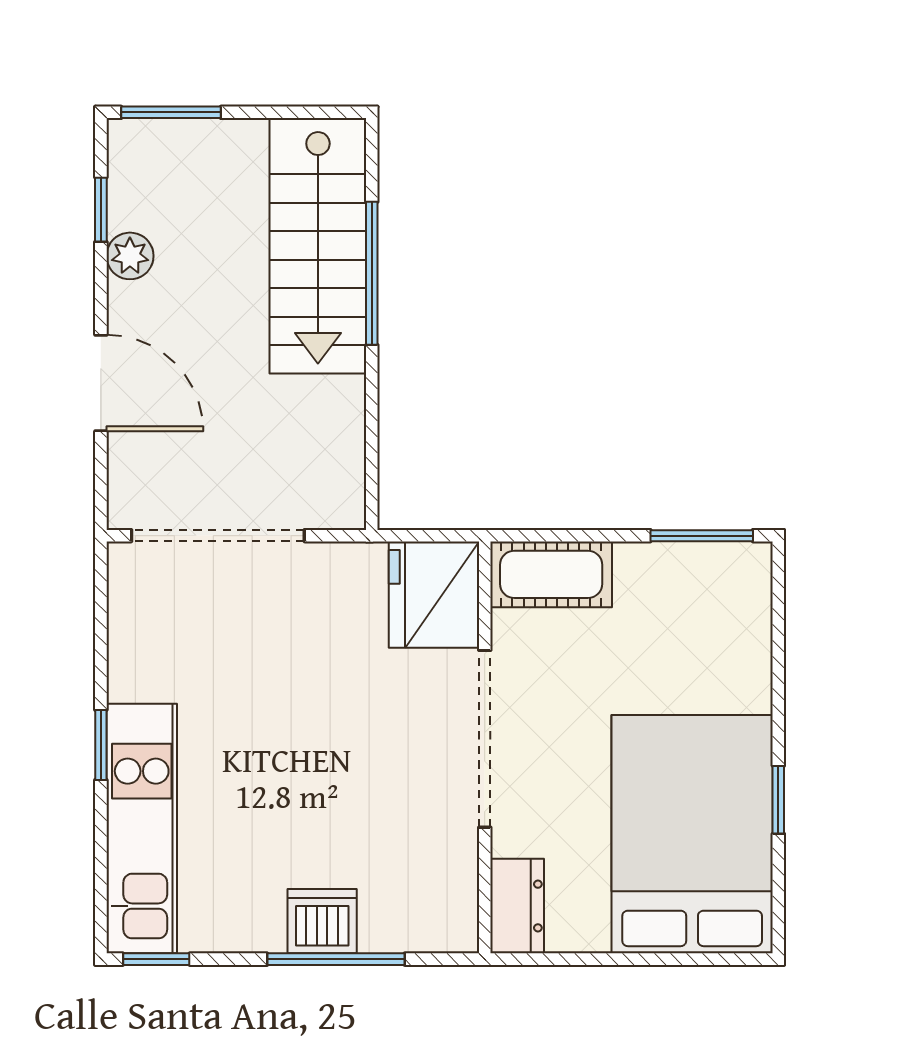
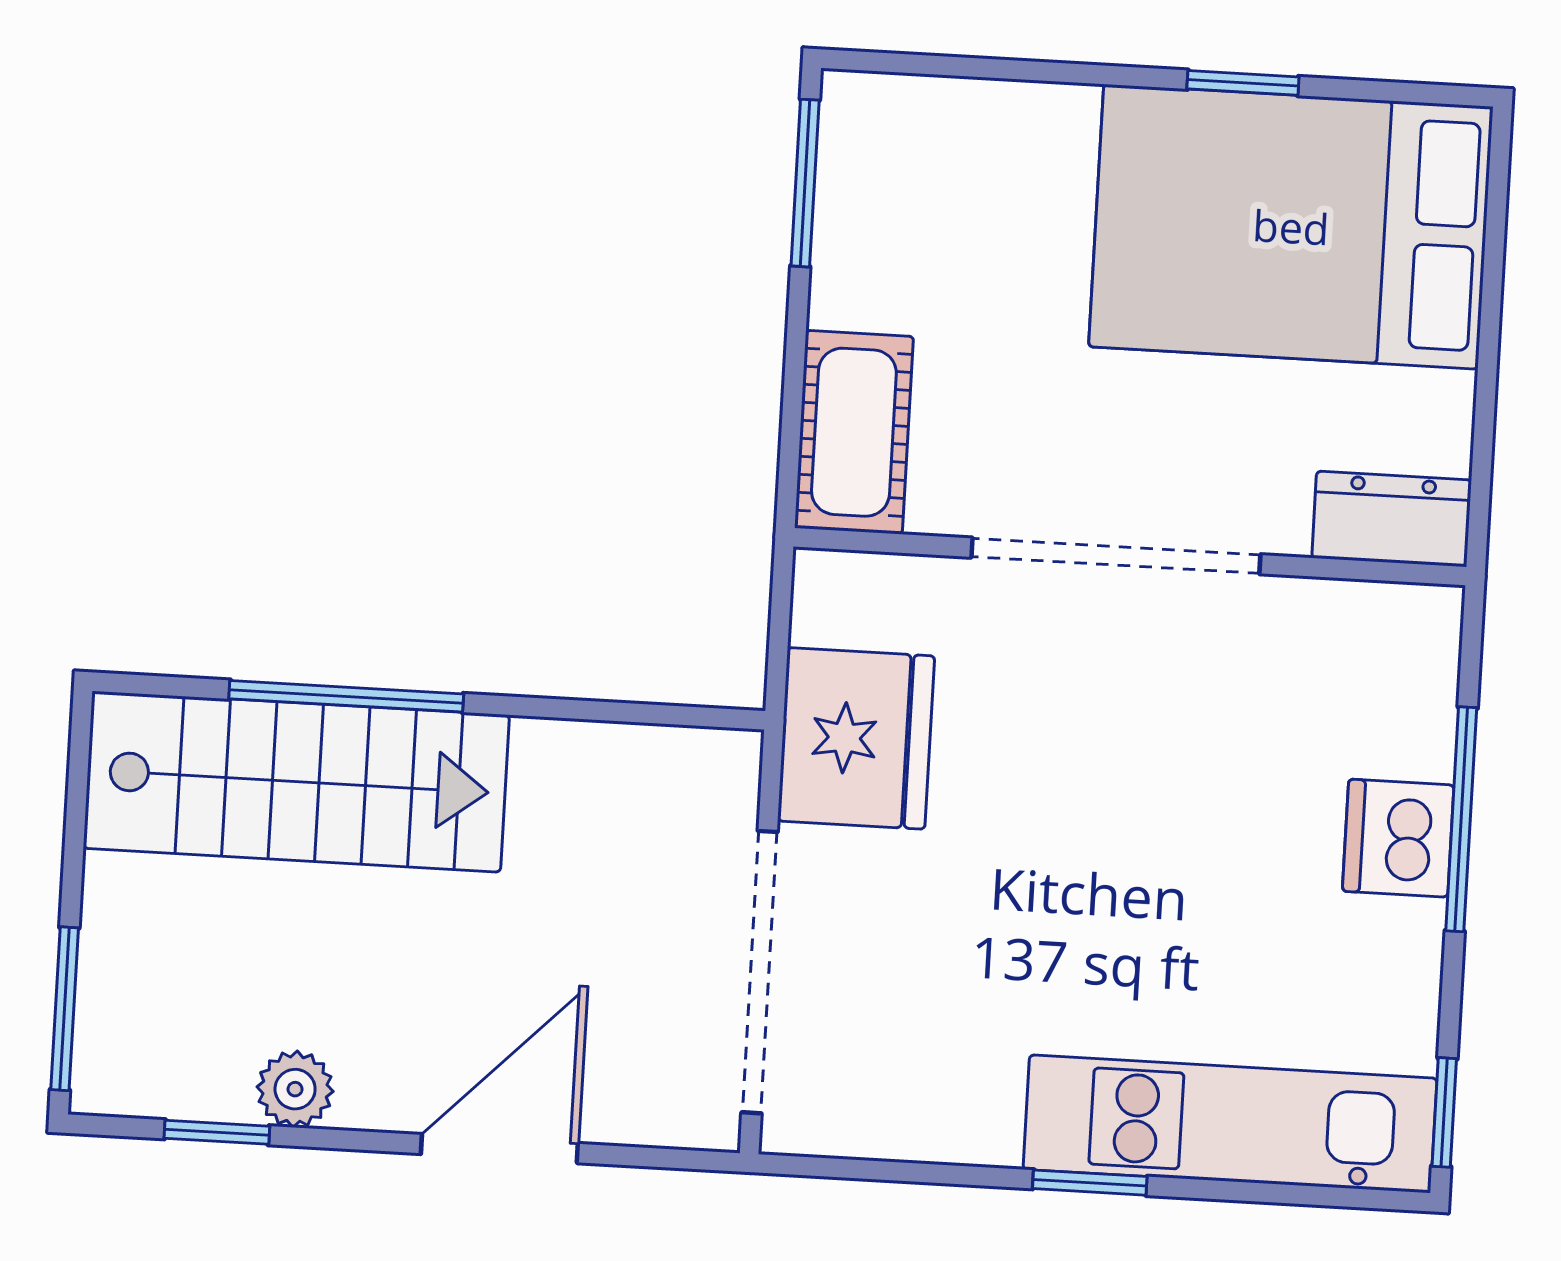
fridge: (434, 595) -> (856, 738), moved, turned -90

